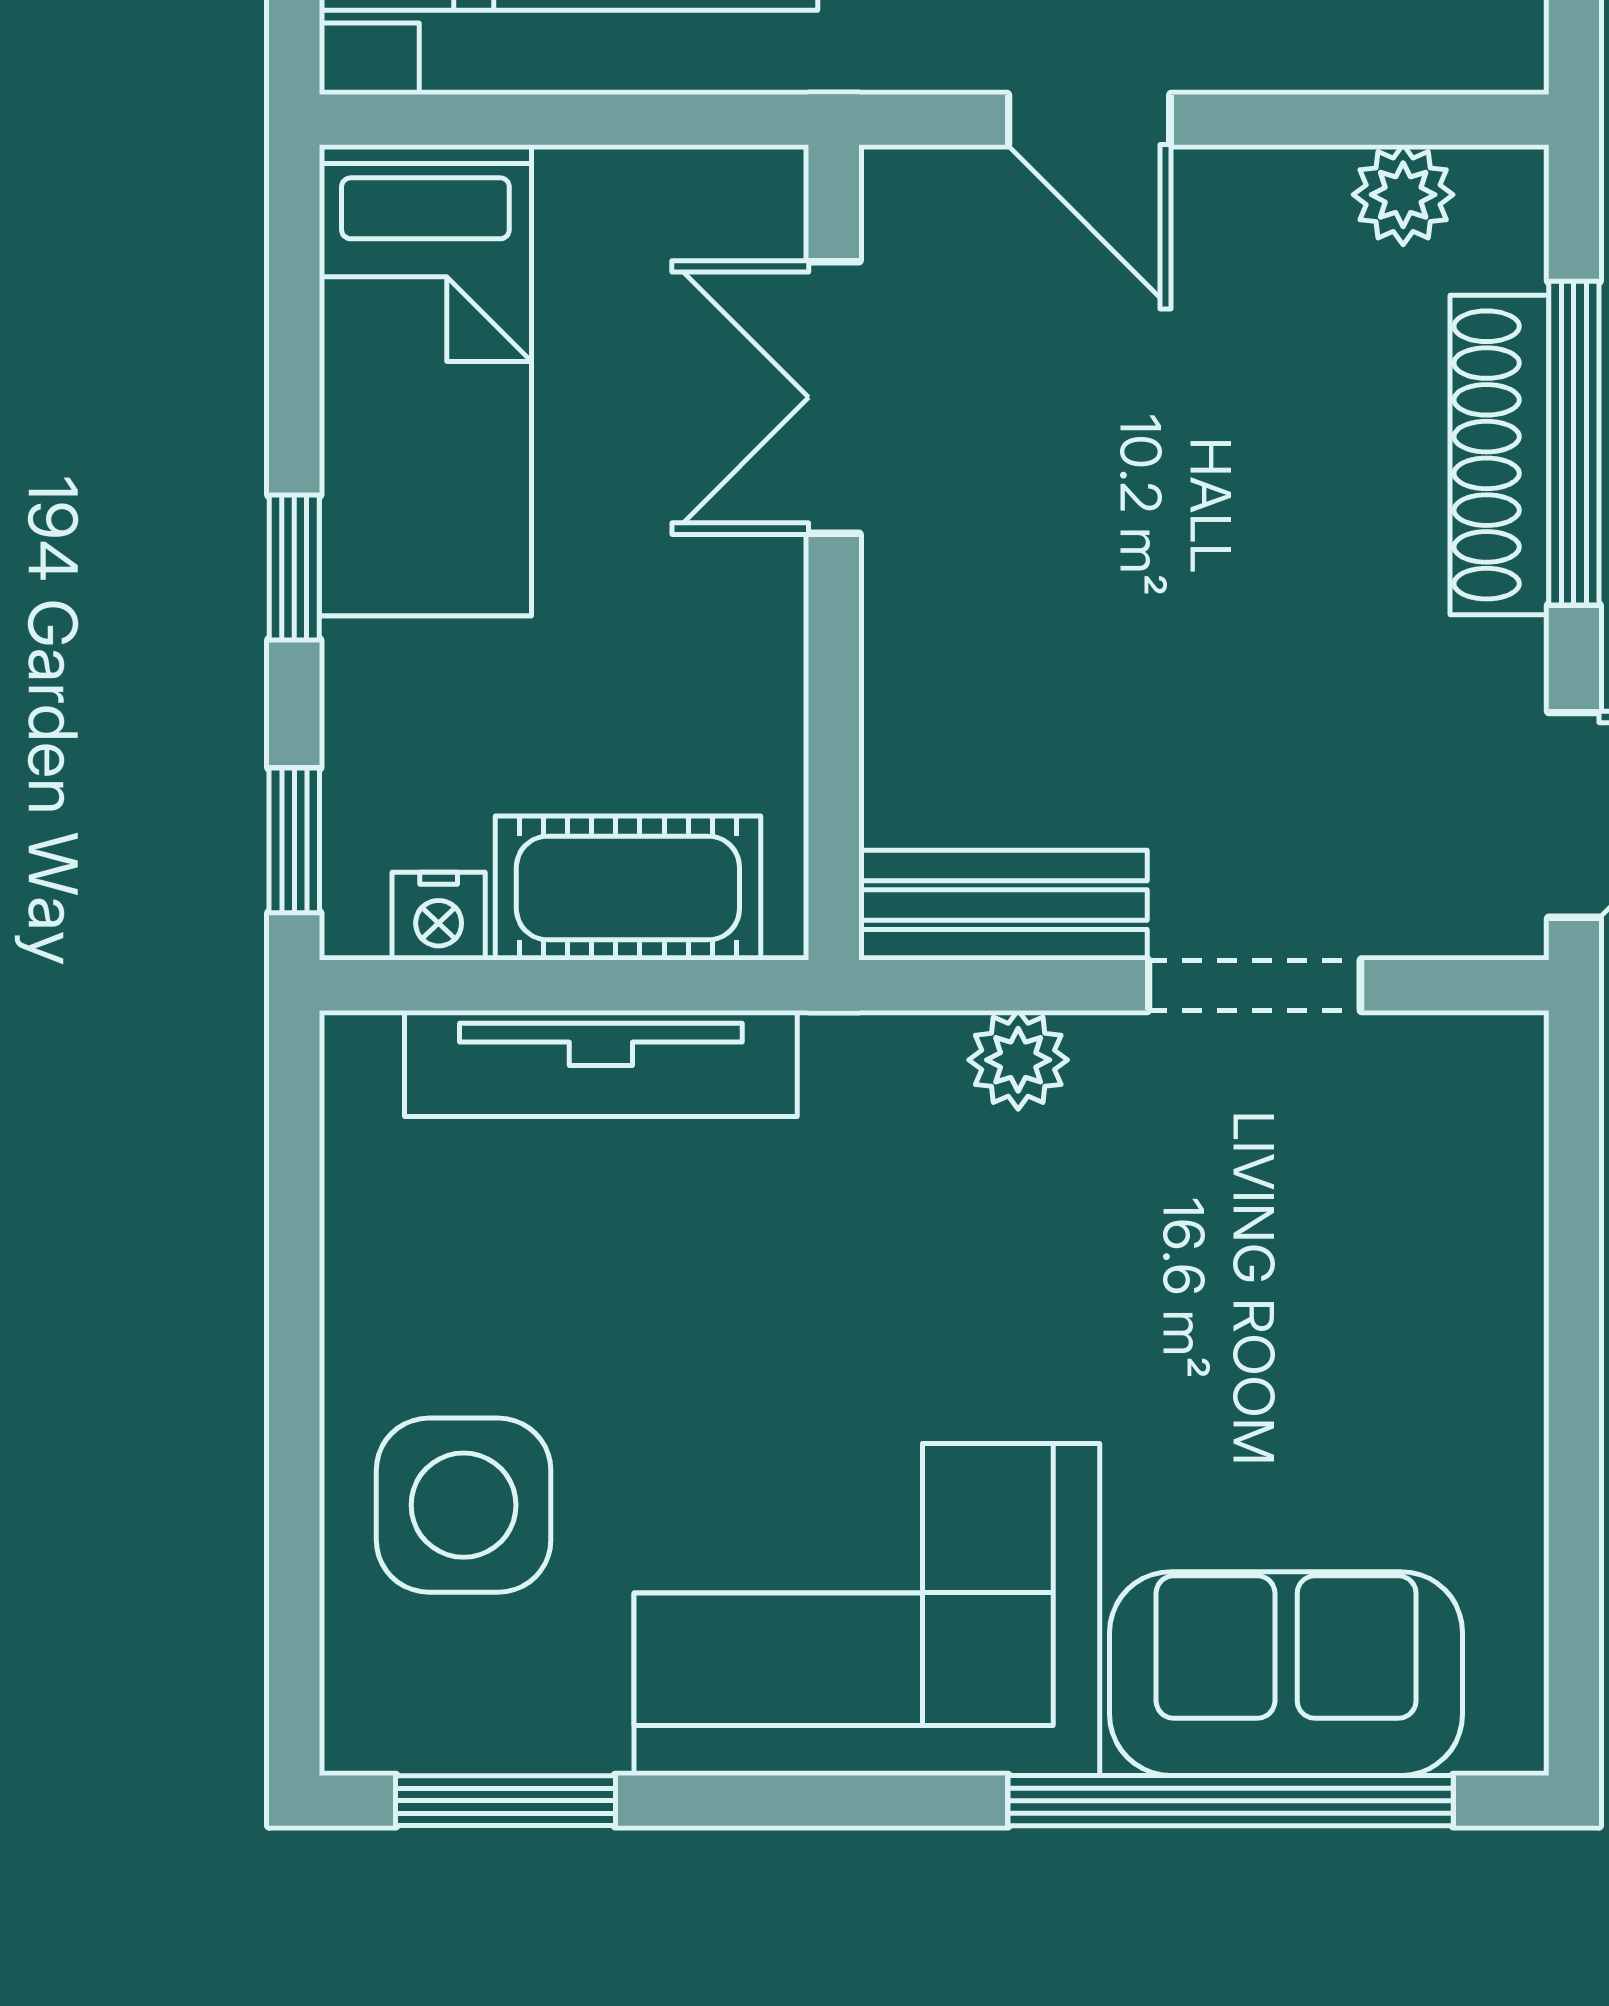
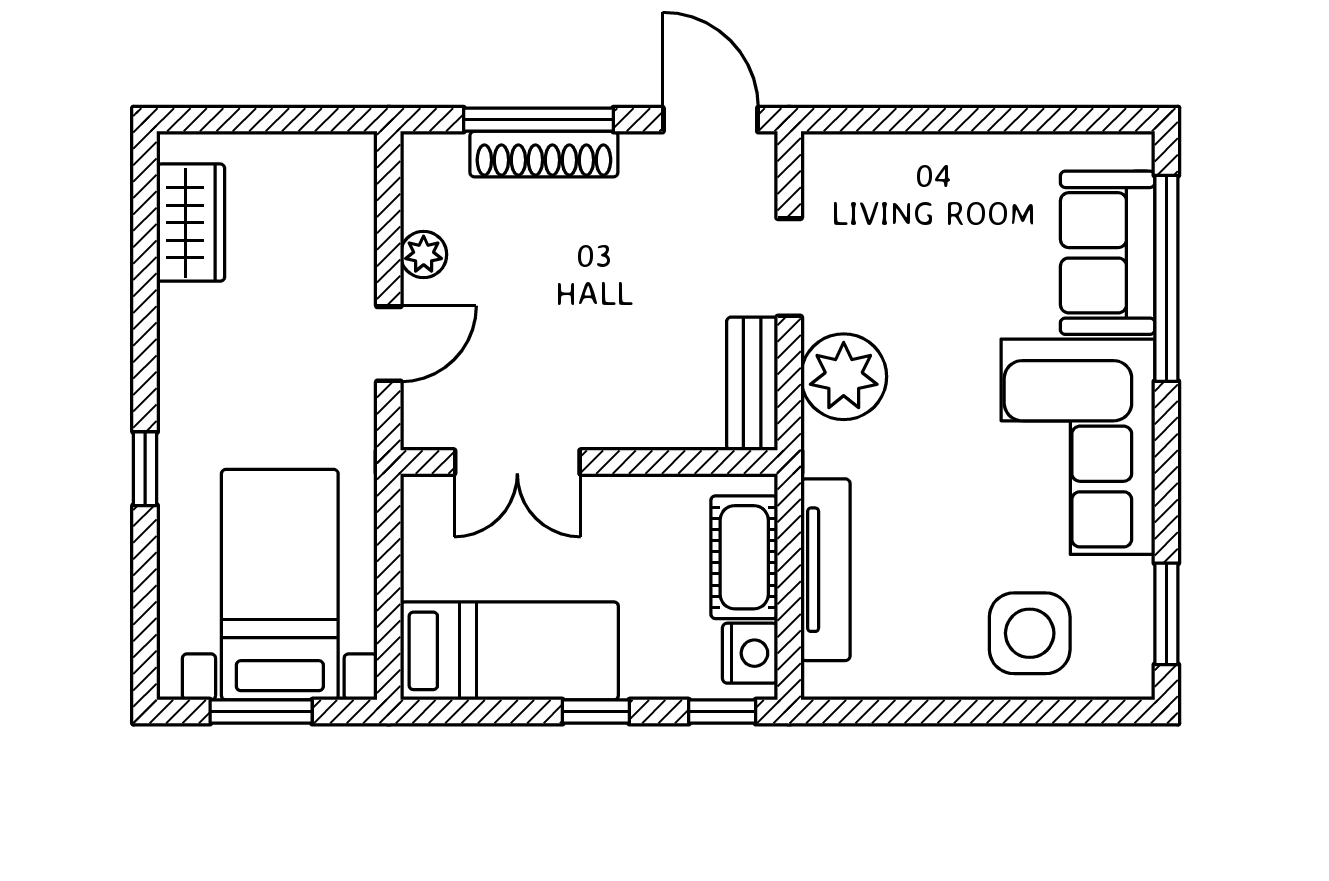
plant: (1403, 195) -> (424, 254), moved
nightstand: (439, 916) -> (750, 653), width x1.39, depth x1.35
plant: (1018, 1060) -> (844, 377), width x1.88, depth x1.88

